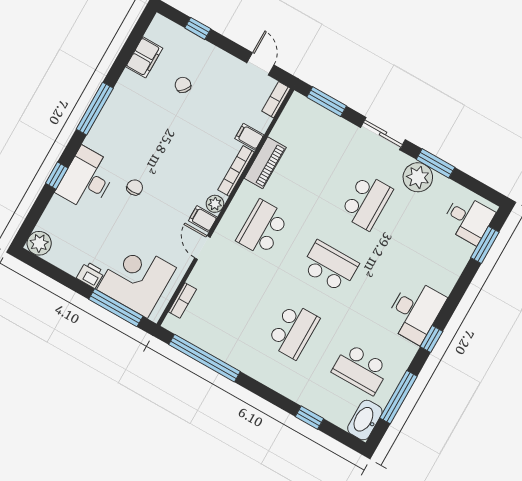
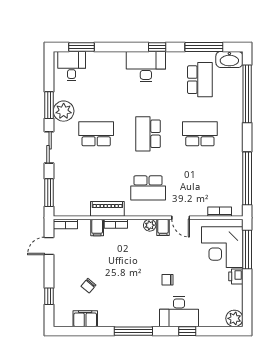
bookcase: (236, 171) -> (116, 224), width x0.64
door: (202, 248) -> (181, 218), hinge flipped
window: (309, 418) -> (247, 94), width x3.17

